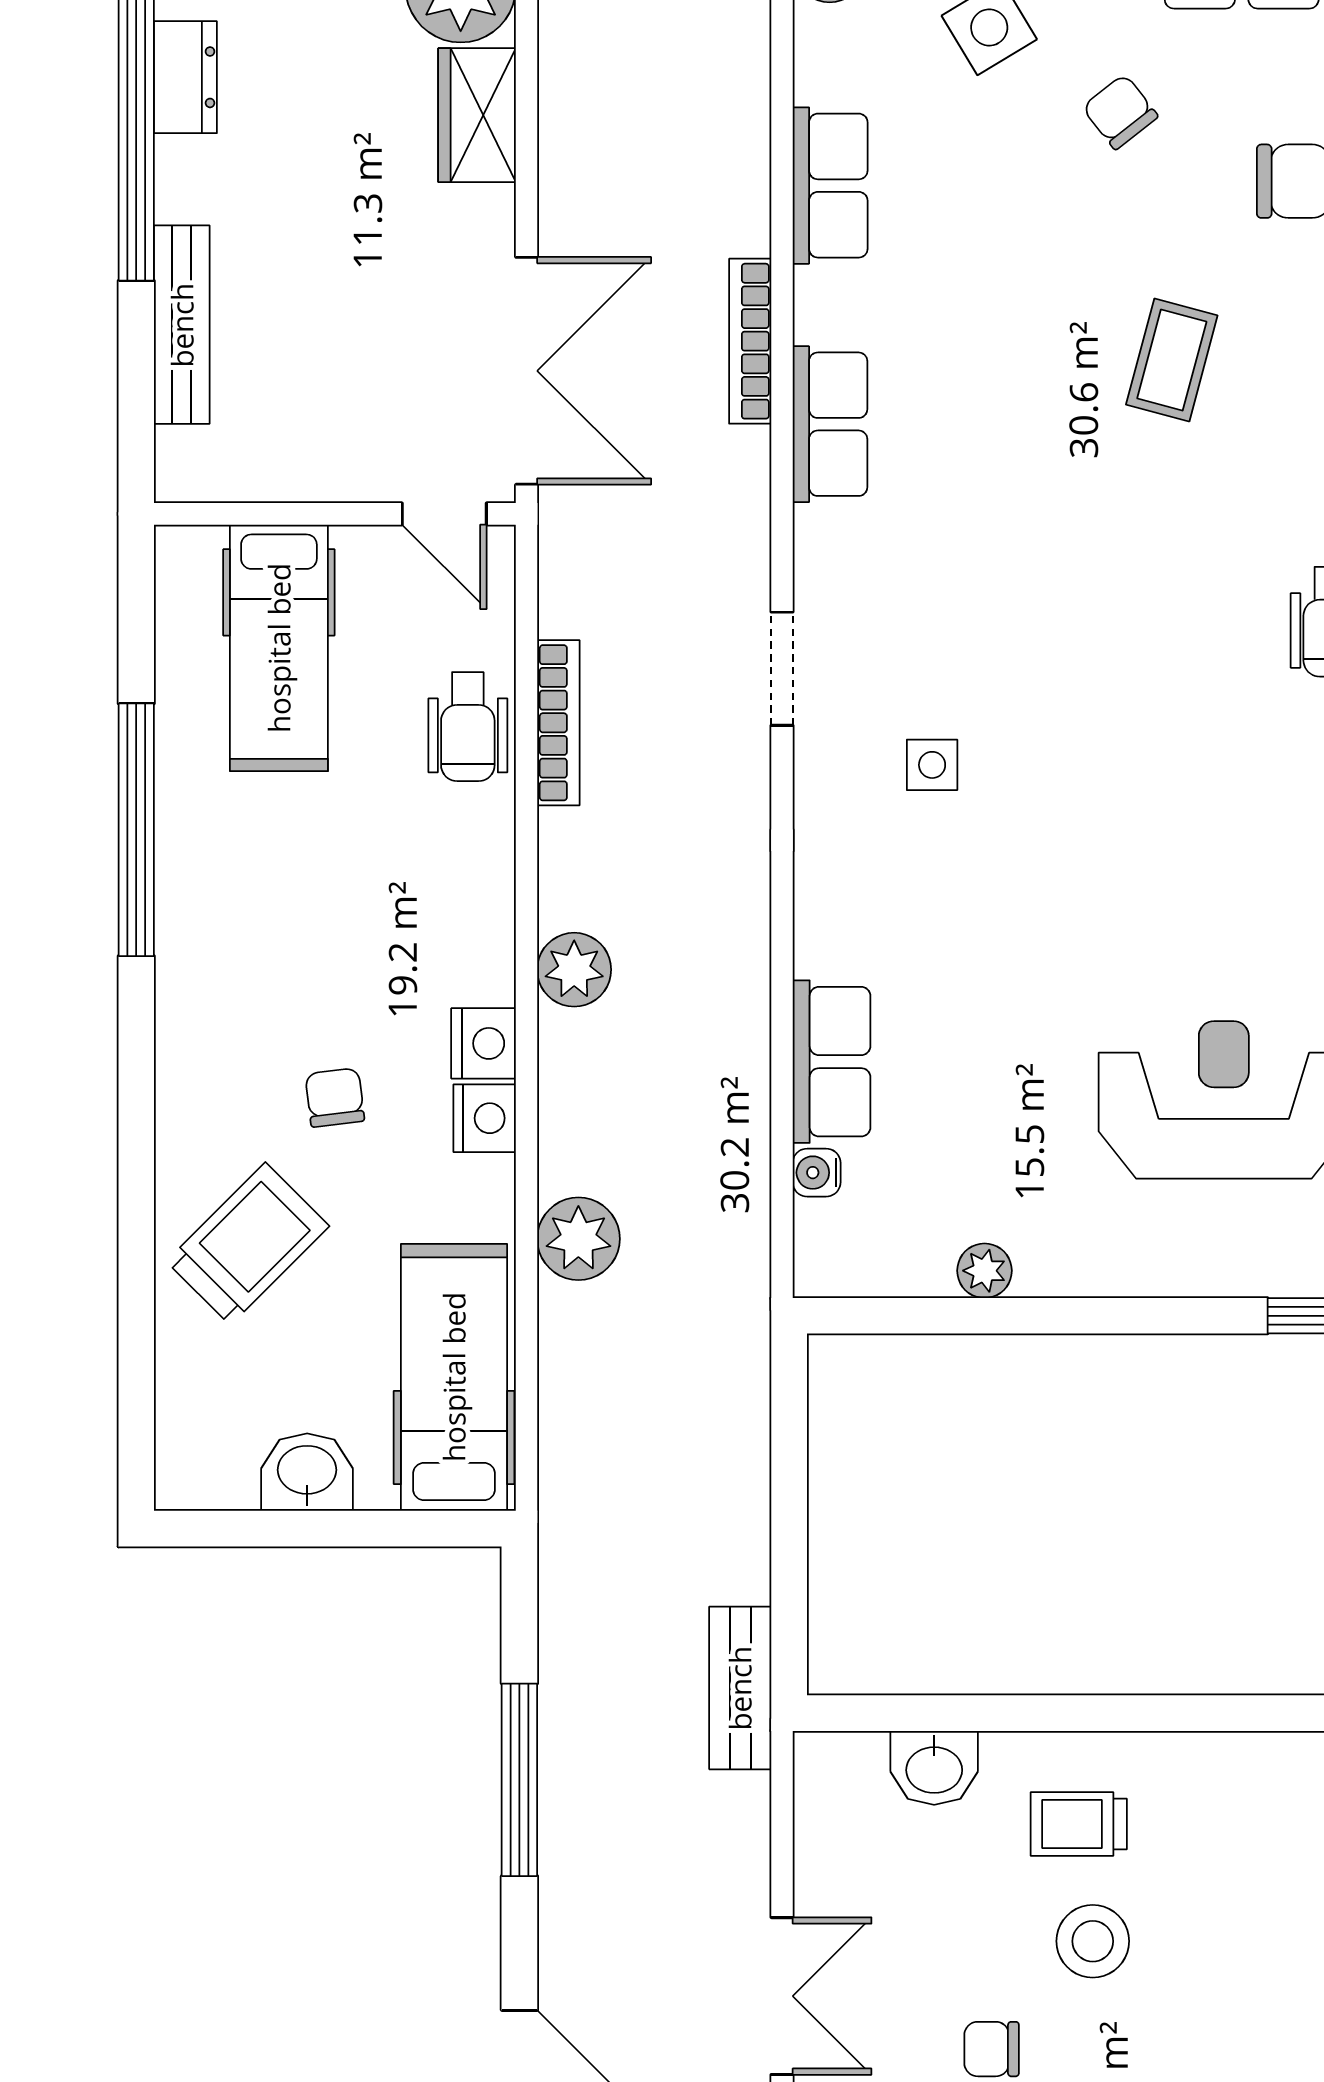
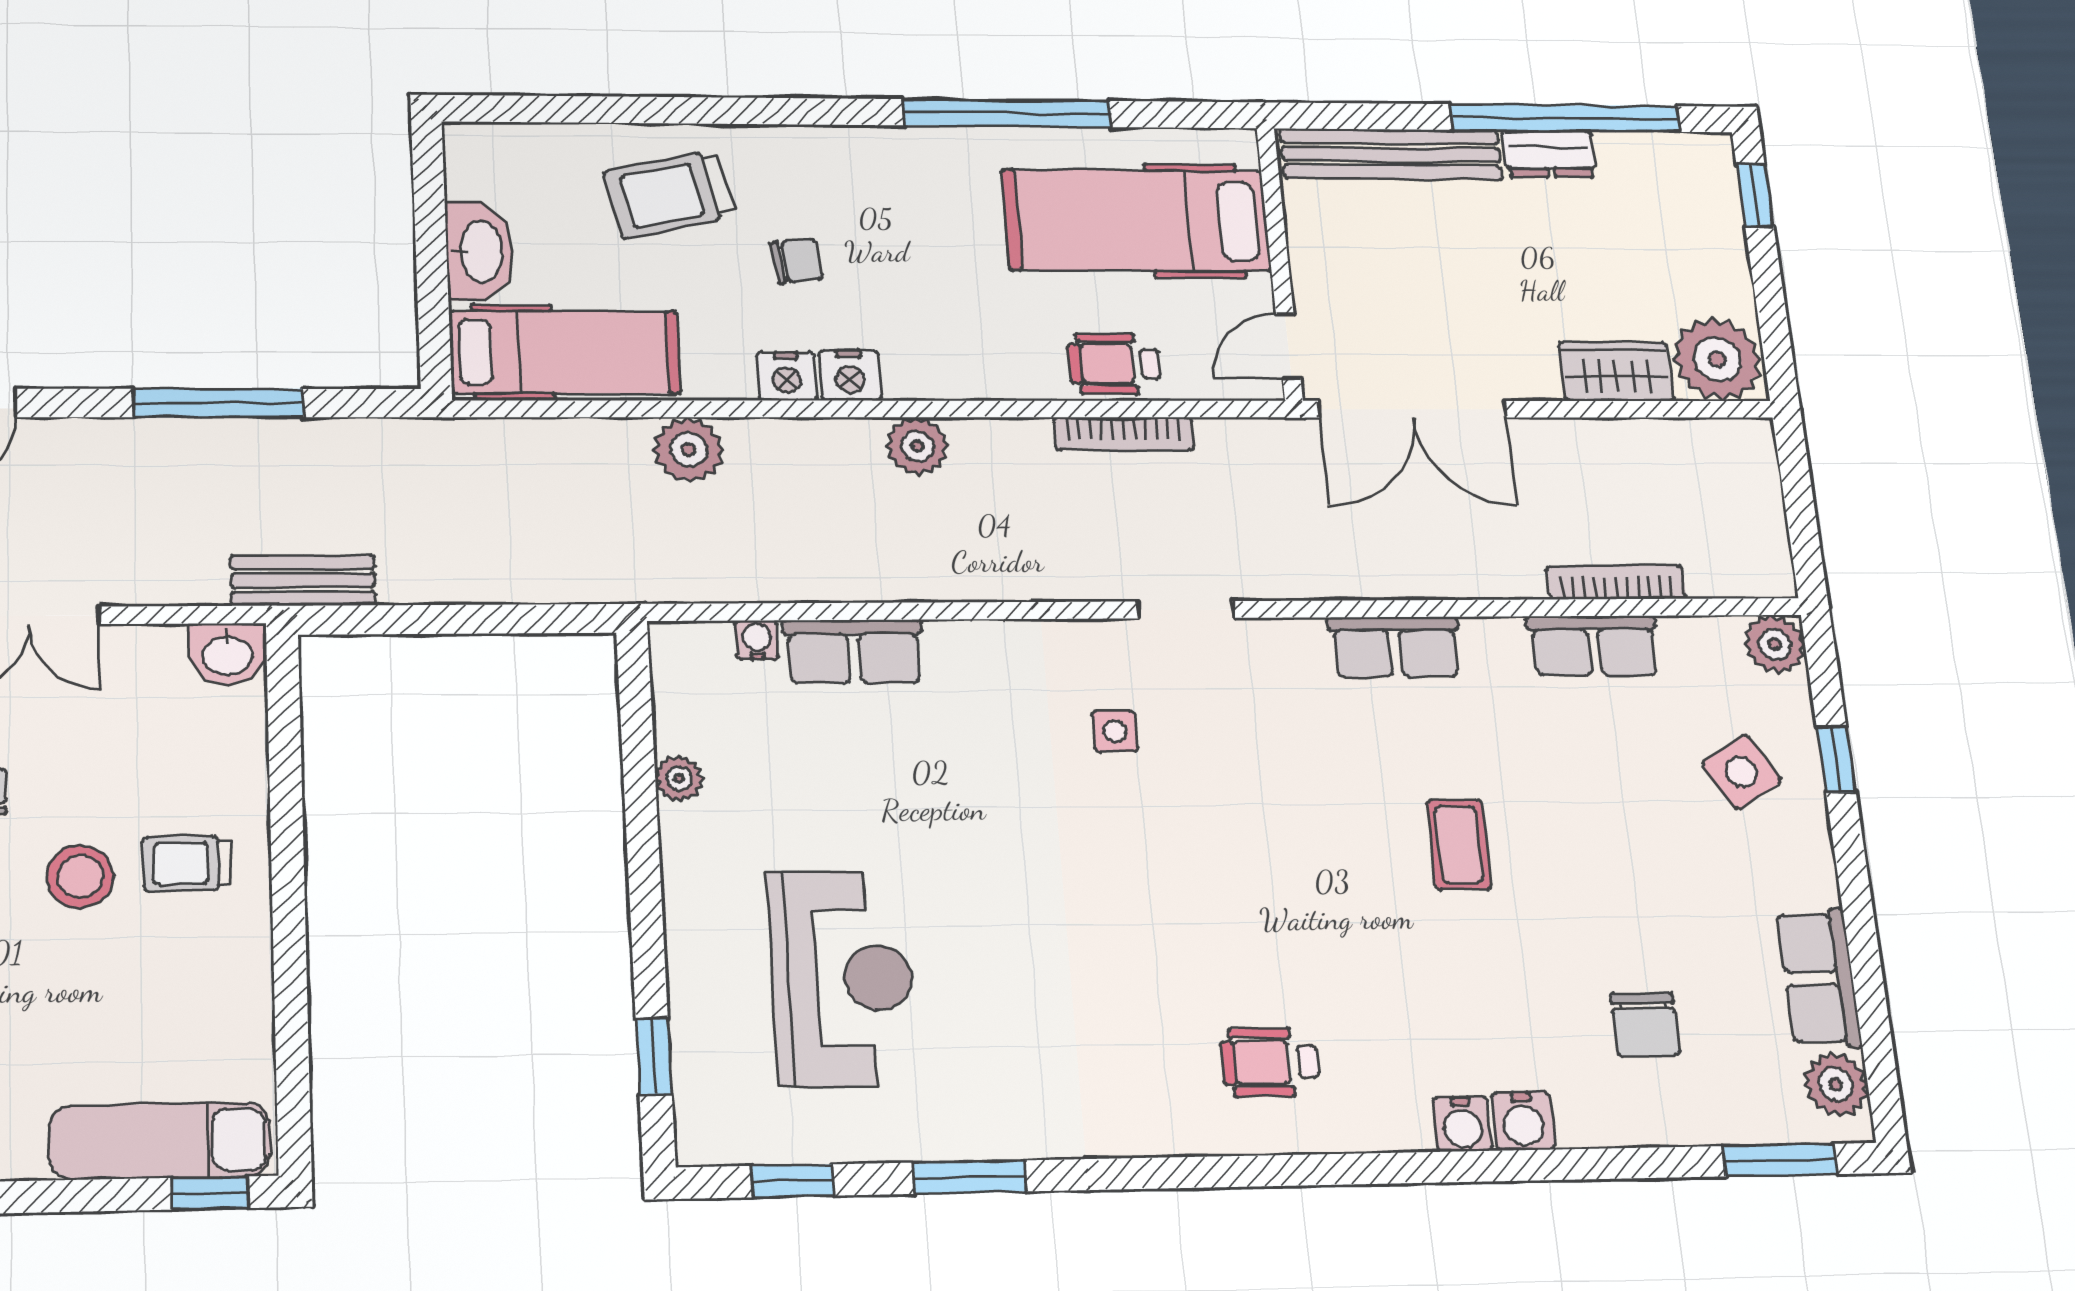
dresser: (185, 77) -> (1549, 154), moved
chair: (1120, 112) -> (1685, 879), removed
bench: (182, 325) -> (1391, 154), width x1.37, depth x1.21
bookcase: (750, 341) -> (1616, 582), moved
coffee table: (1172, 360) -> (1459, 844), moved, turned 75
hospital bed: (279, 648) -> (1136, 220), width x1.37, depth x1.29
trolley: (248, 1244) -> (670, 194), turned 122
washbasin: (307, 1472) -> (479, 252), width x1.38
washbasin: (934, 1768) -> (228, 654), moved, turned -90
trolley: (1079, 1824) -> (187, 863), turned -90

